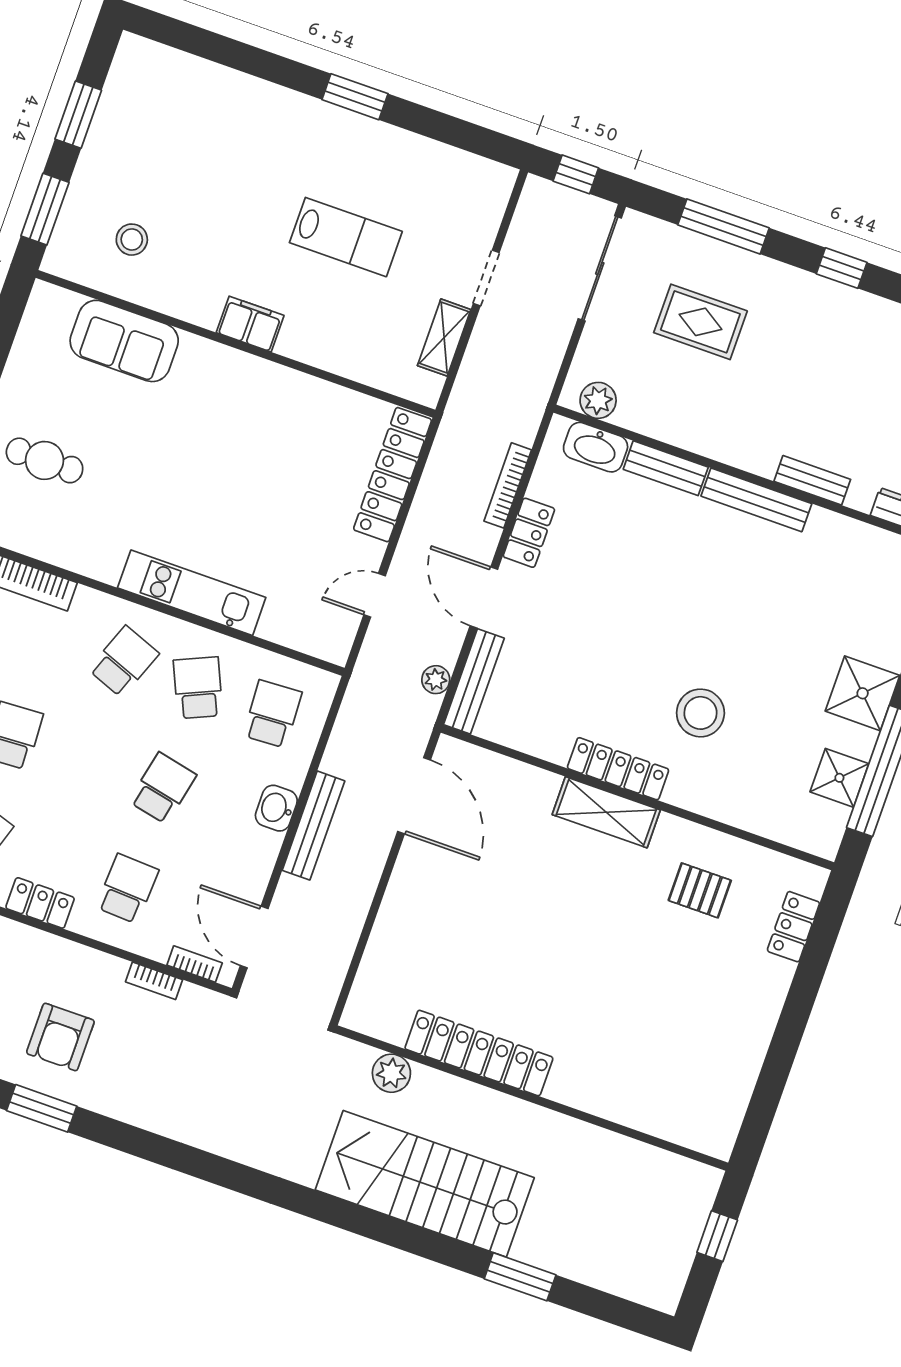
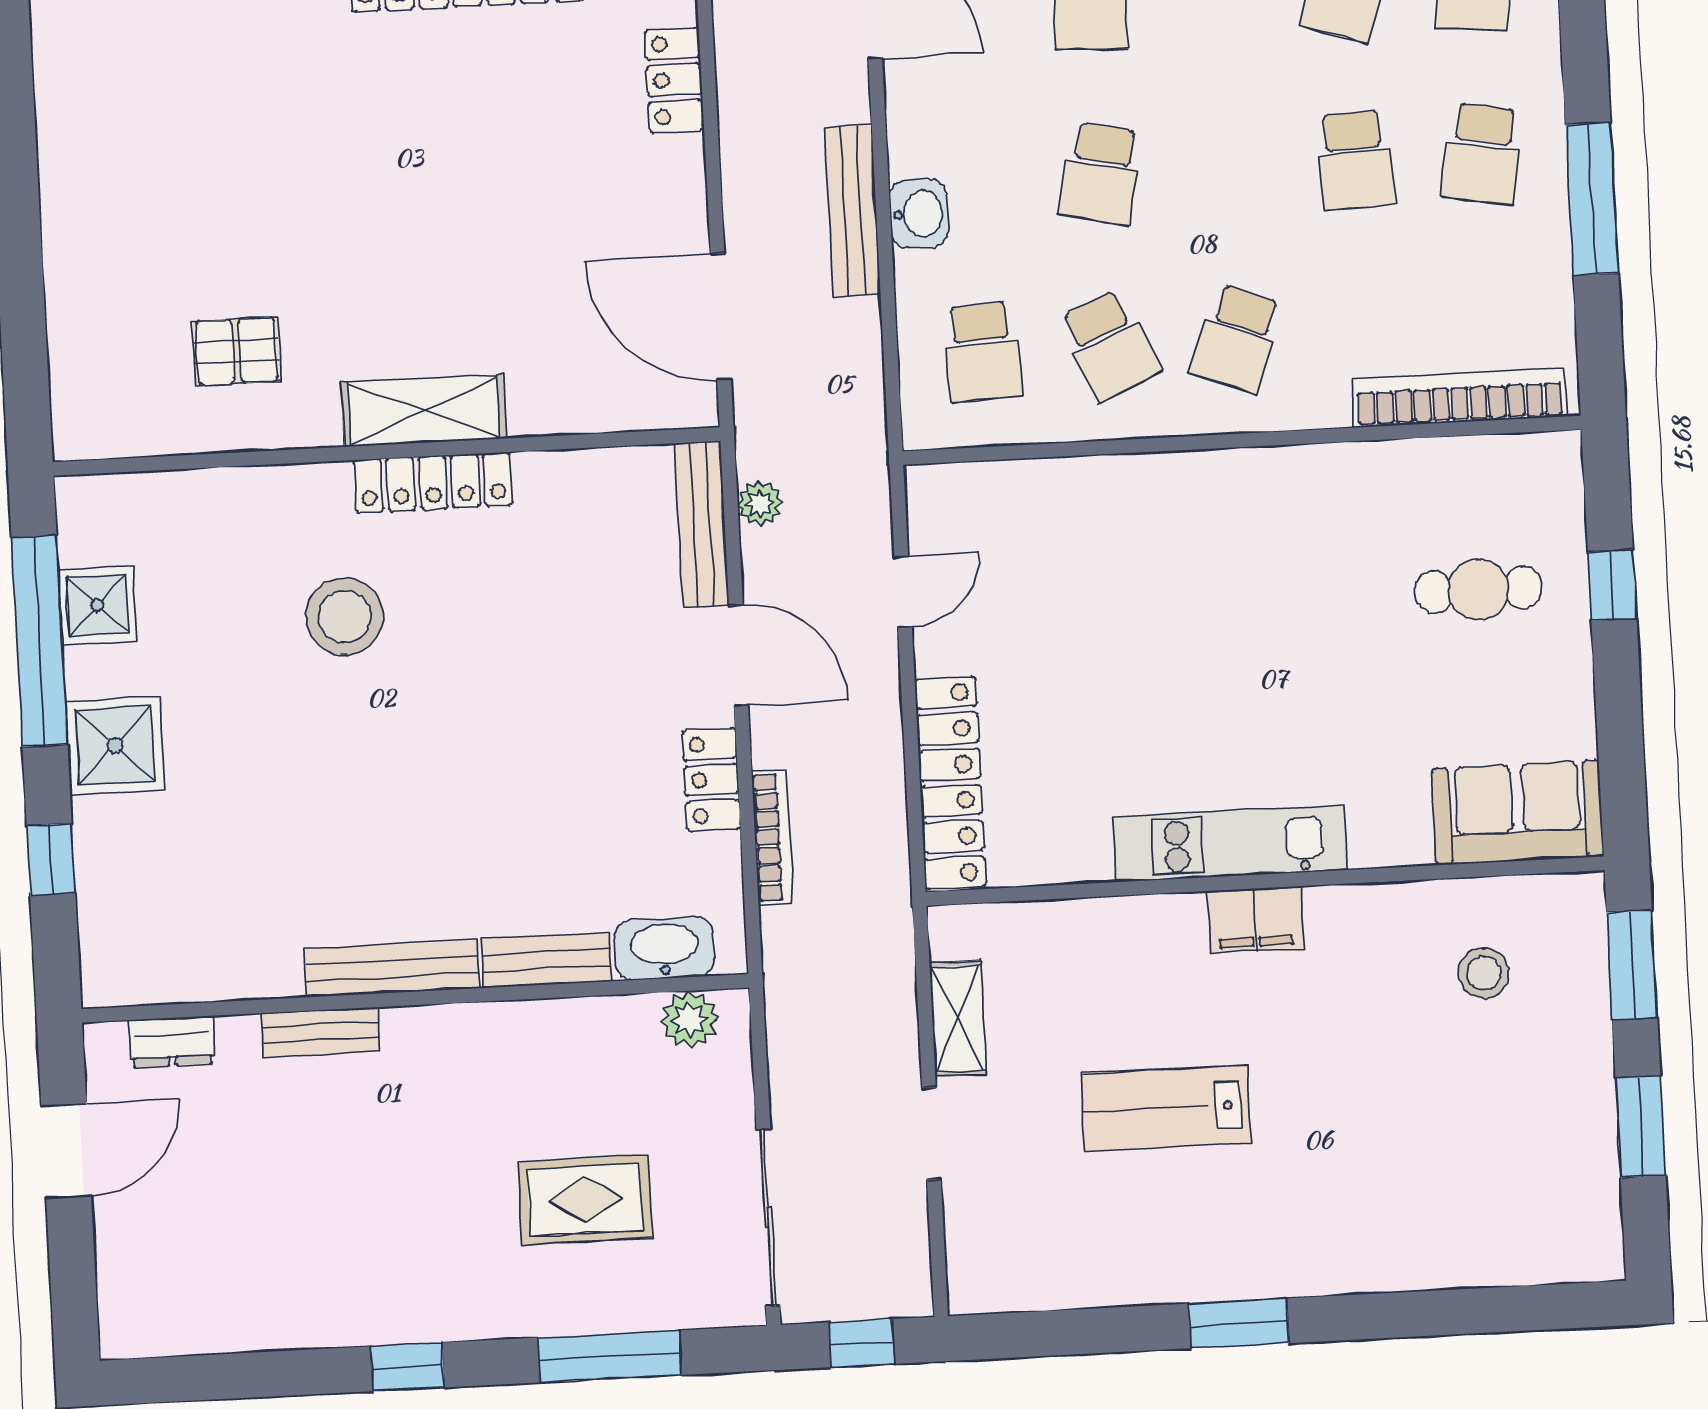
sofa: (124, 341) -> (1518, 813), moved
kitchen unit: (192, 593) -> (1230, 844), moved, turned 180
locker: (793, 927) -> (674, 80), moved, turned 180

